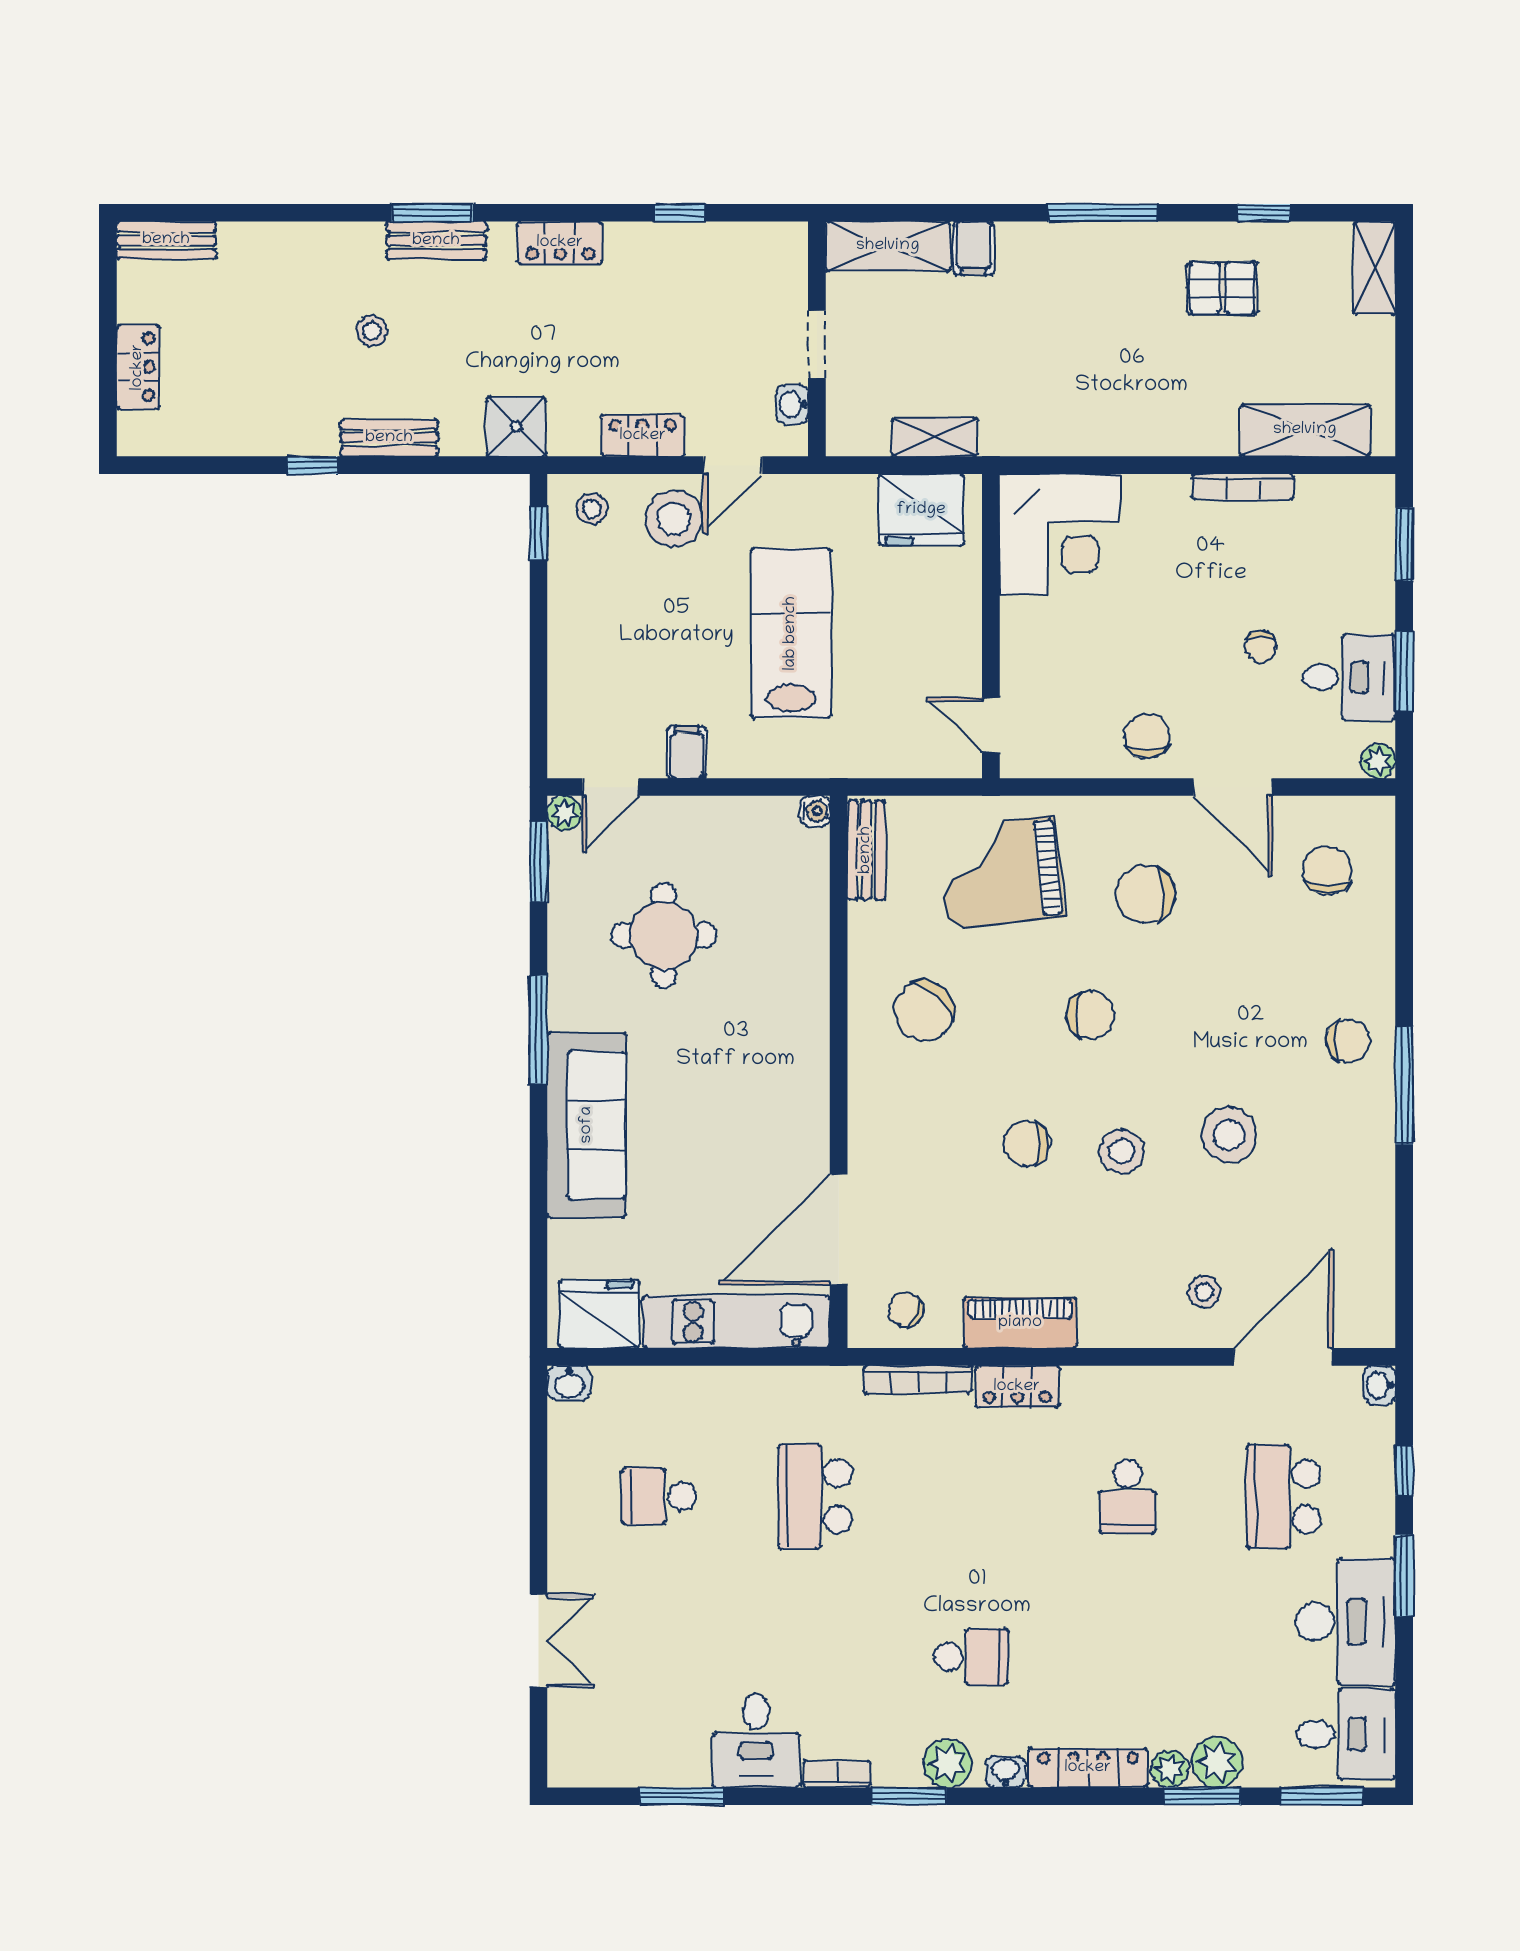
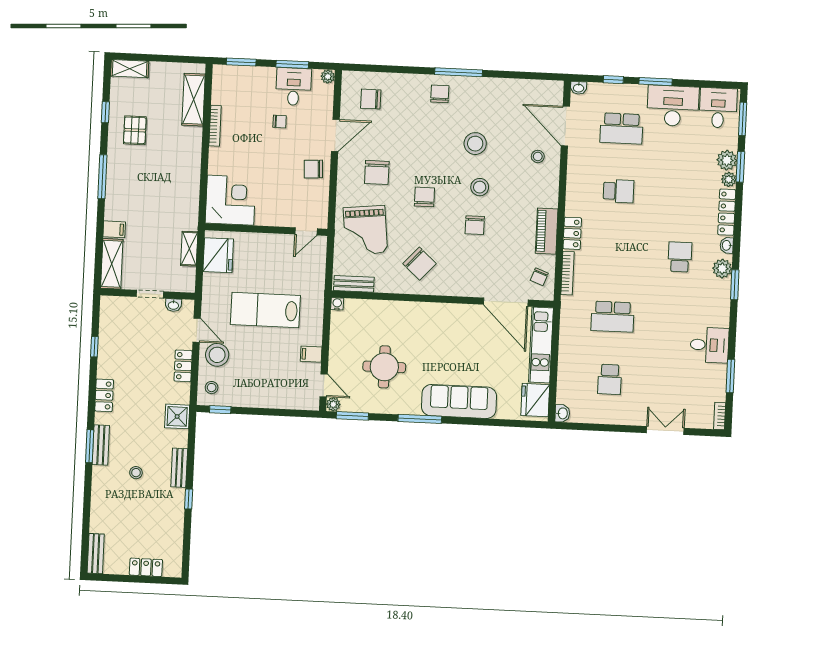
bookcase: (837, 1774) -> (720, 416), moved

